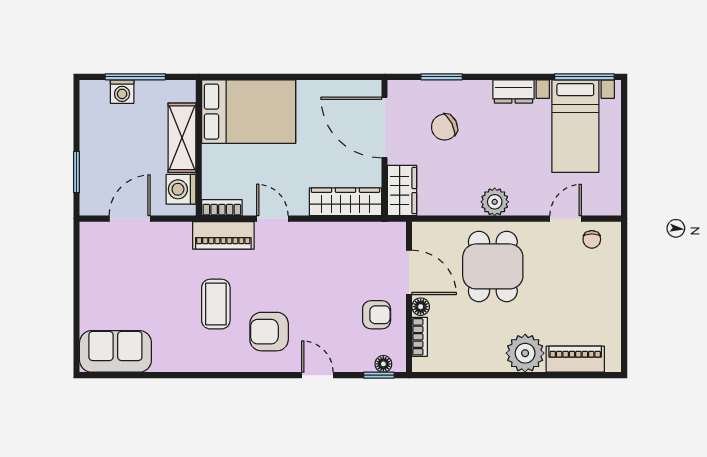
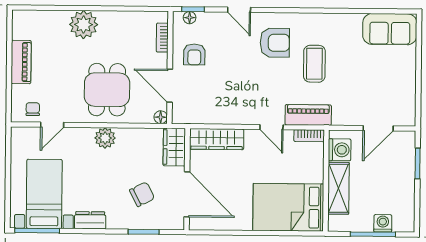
floor lamp: (421, 307) -> (161, 117), moved
armchair: (377, 315) -> (194, 54), turned -90
piano: (575, 359) -> (21, 62), moved, turned -90

